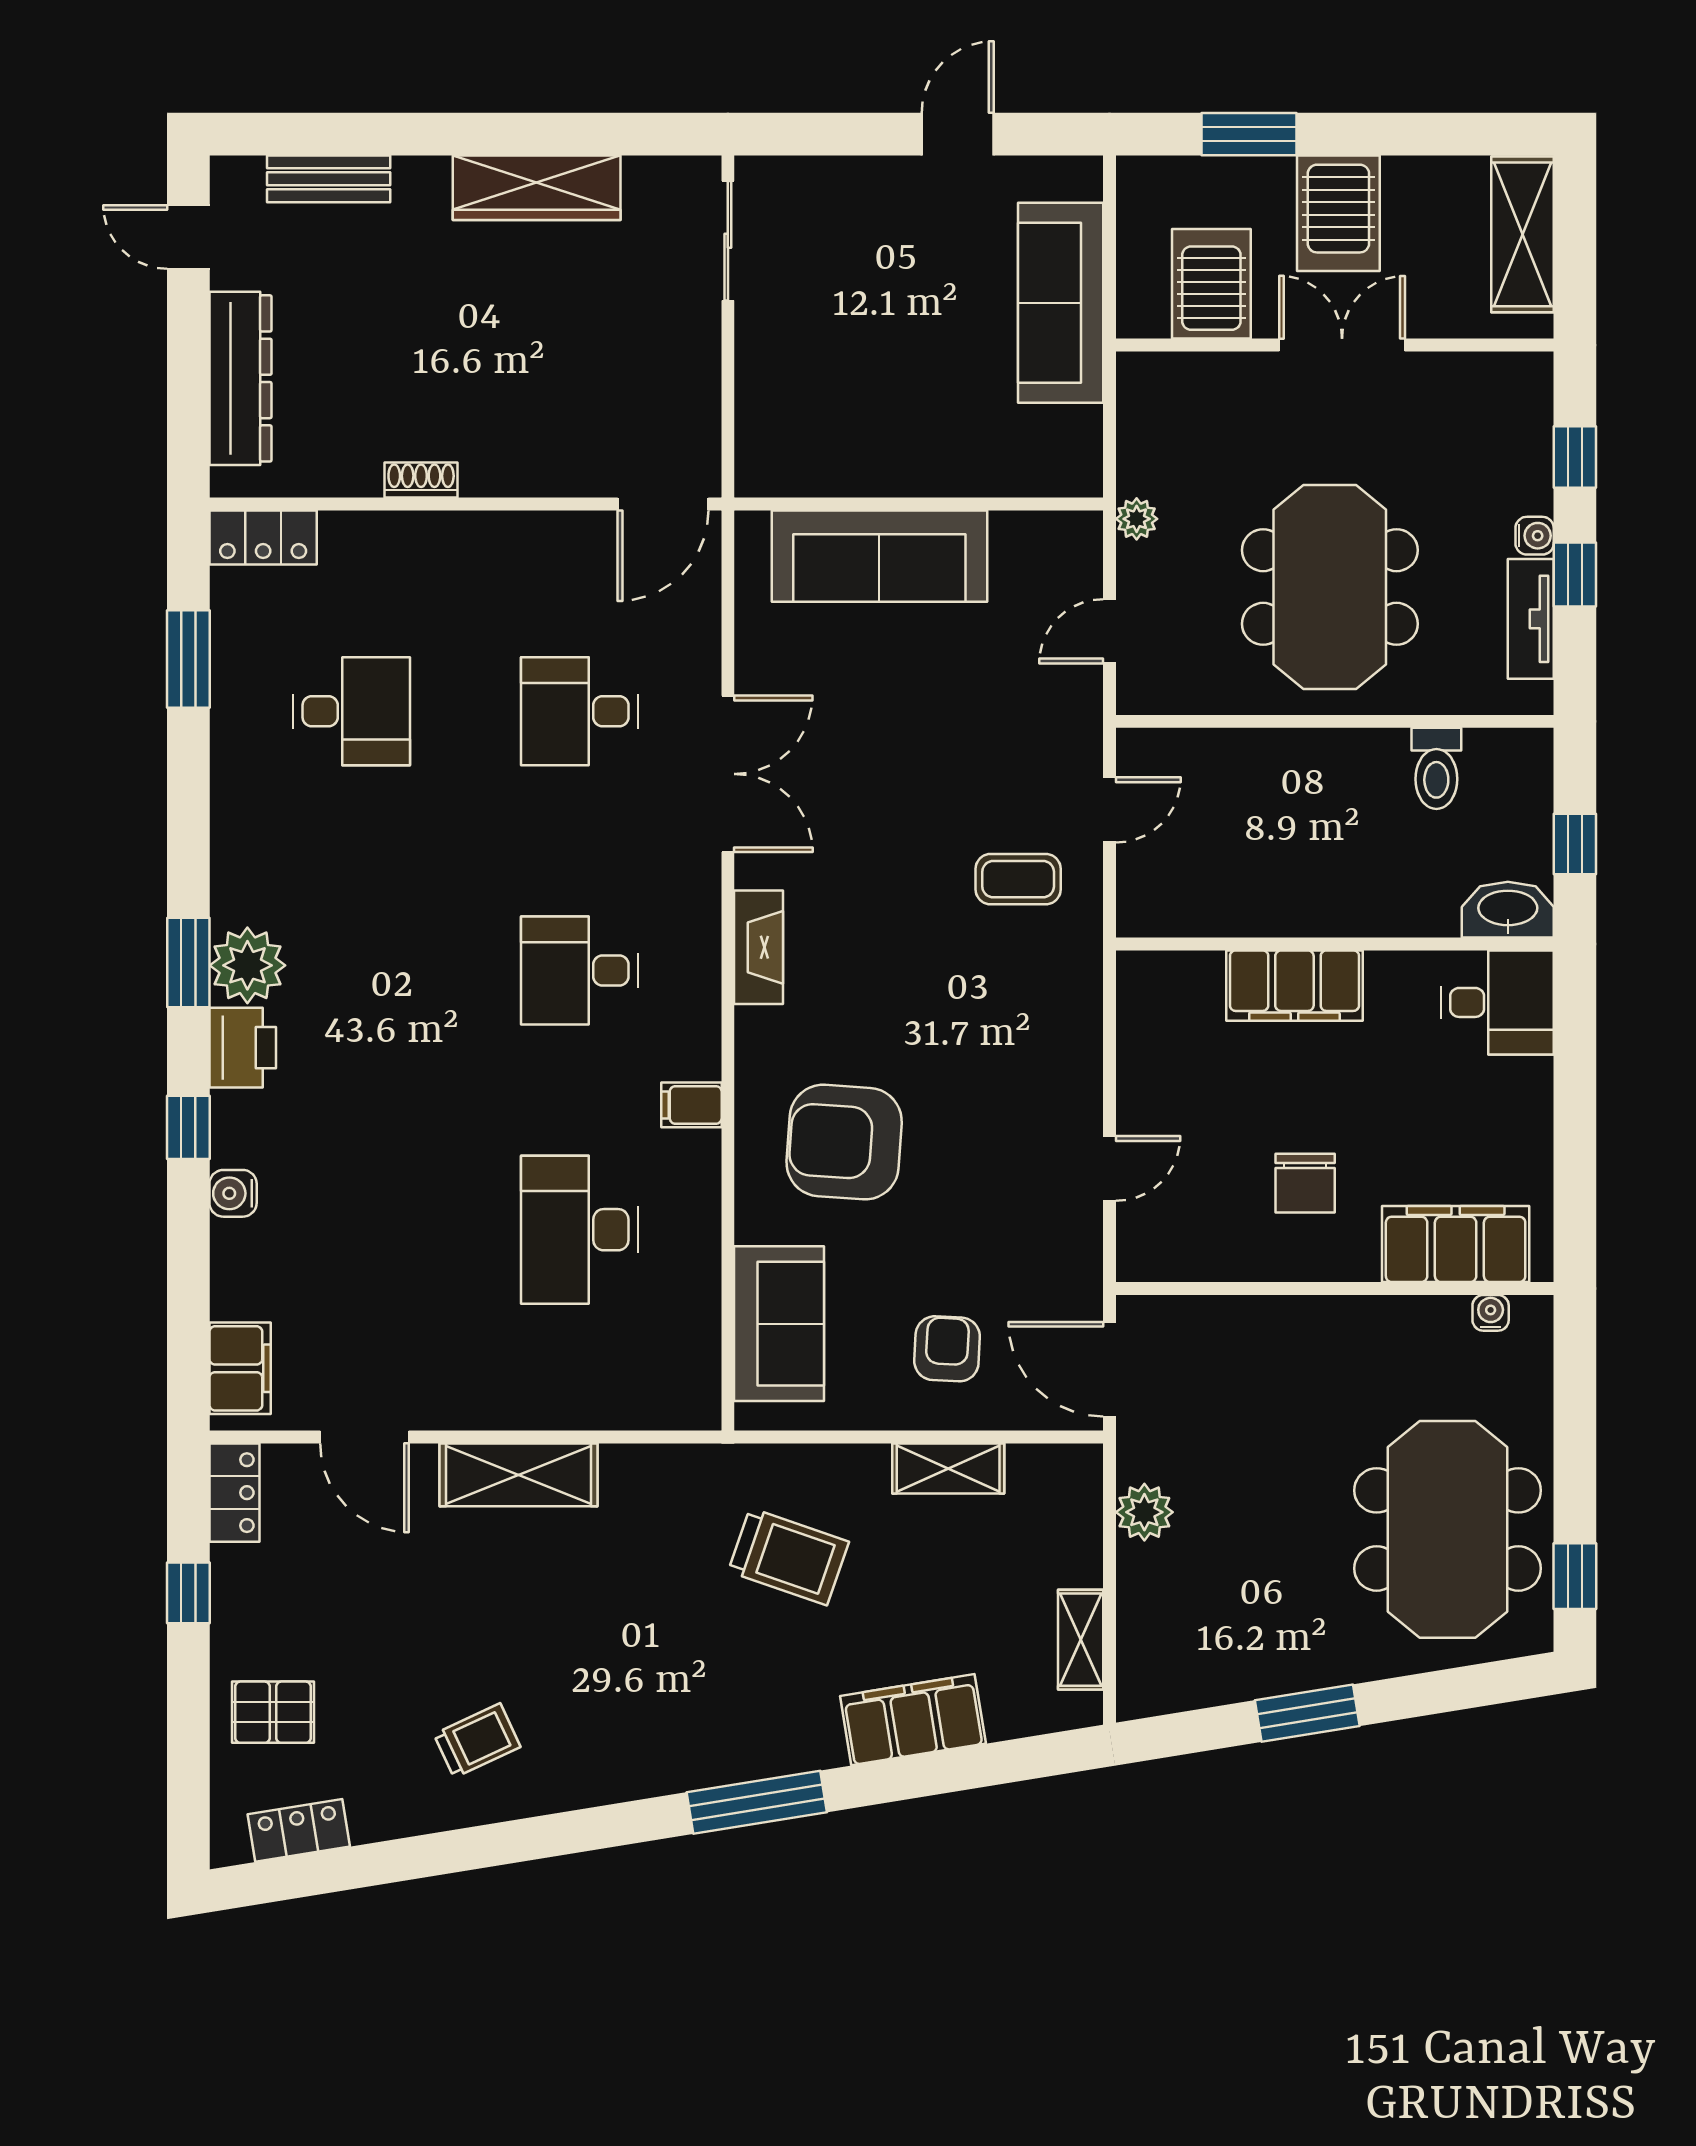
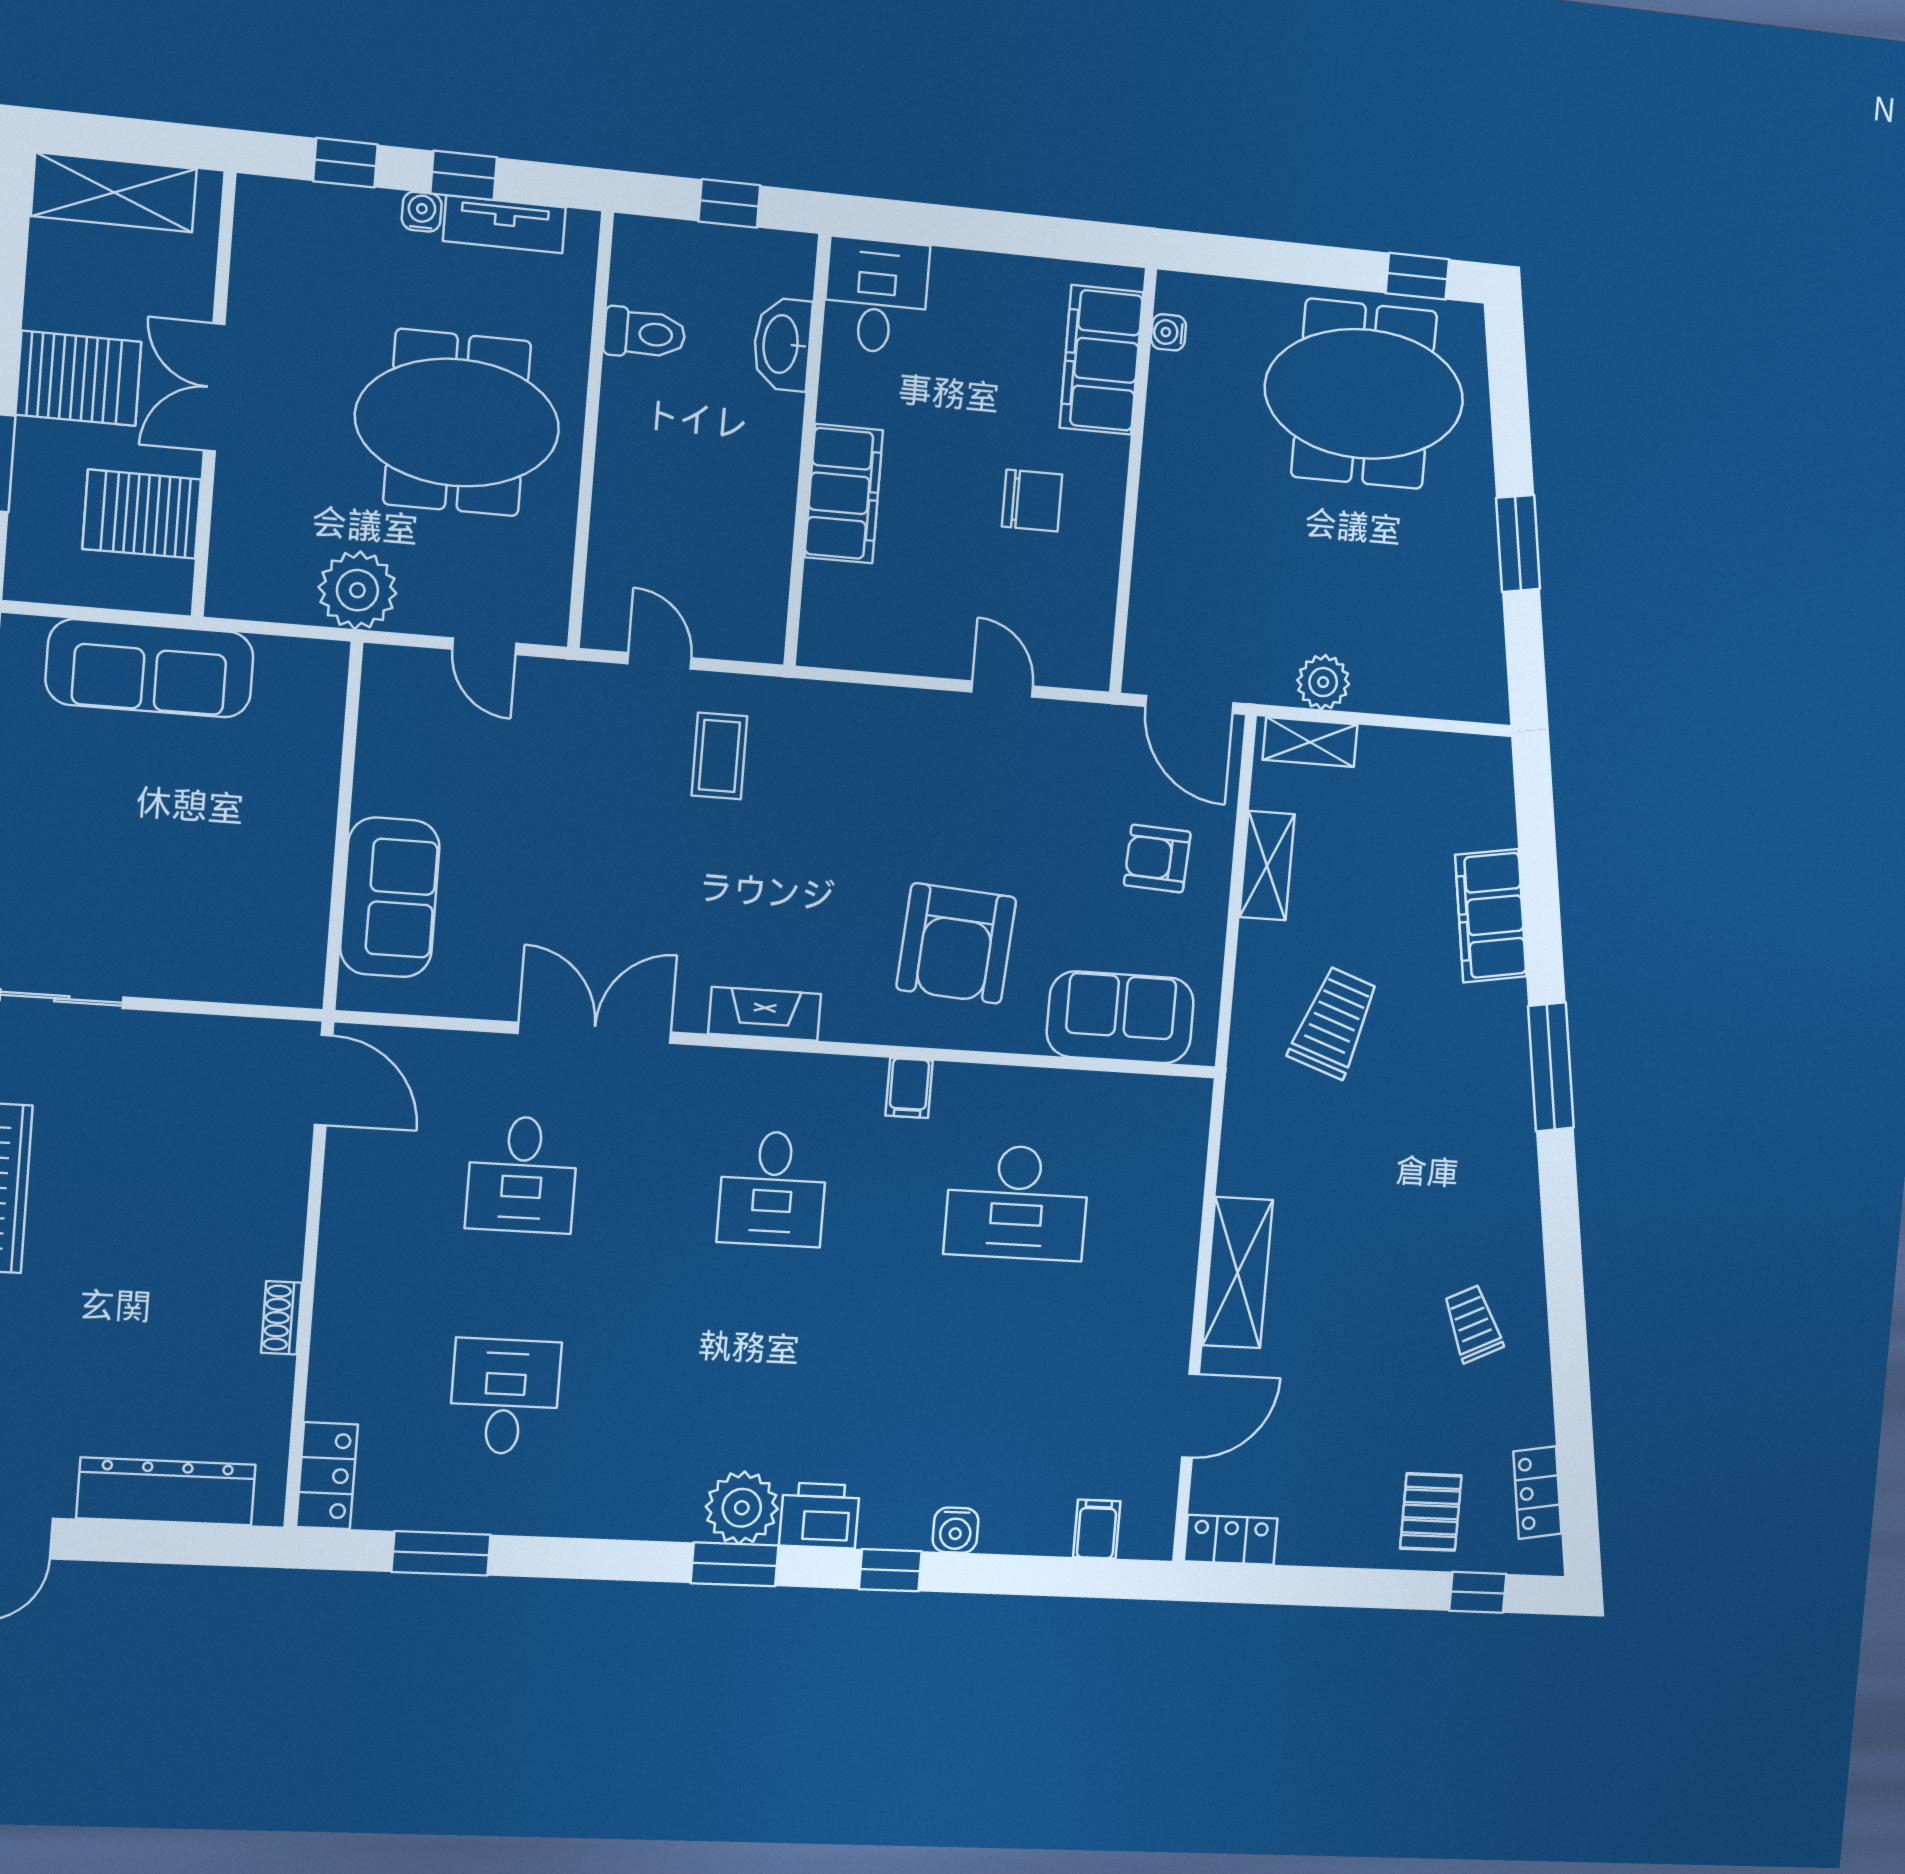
plant: (1137, 519) -> (357, 590), width x1.87, depth x1.87
sofa: (879, 556) -> (390, 897), width x0.73
washbasin: (1508, 910) -> (782, 344), moved
filing cabinet: (240, 1368) -> (1097, 1529), width x0.50
door: (1109, 1369) -> (1189, 705), hinge flipped
window: (188, 1593) -> (1478, 1592), moved
shelving: (1081, 1640) -> (1310, 742), moved

